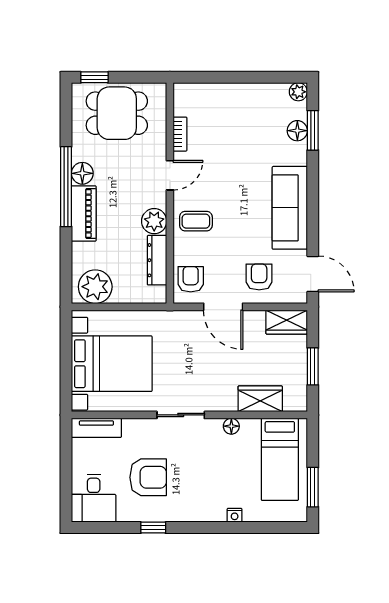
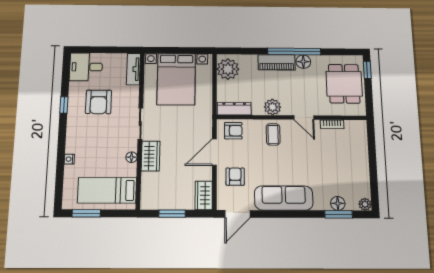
dresser: (157, 260) -> (234, 109), moved
armchair: (259, 277) -> (235, 177), turned -90
wardrobe: (260, 399) -> (151, 156), moved

